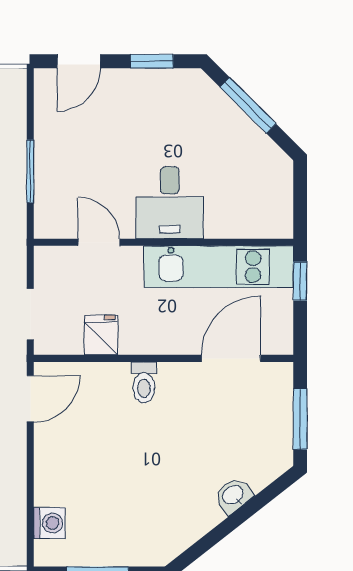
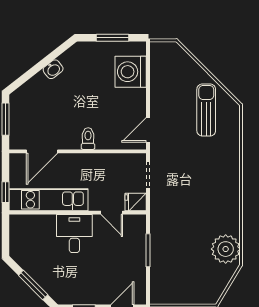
fridge: (101, 335) -> (136, 202), moved, turned 90
washbasin: (233, 495) -> (53, 69), moved
washing machine: (49, 523) -> (131, 72), width x1.89, depth x1.89

